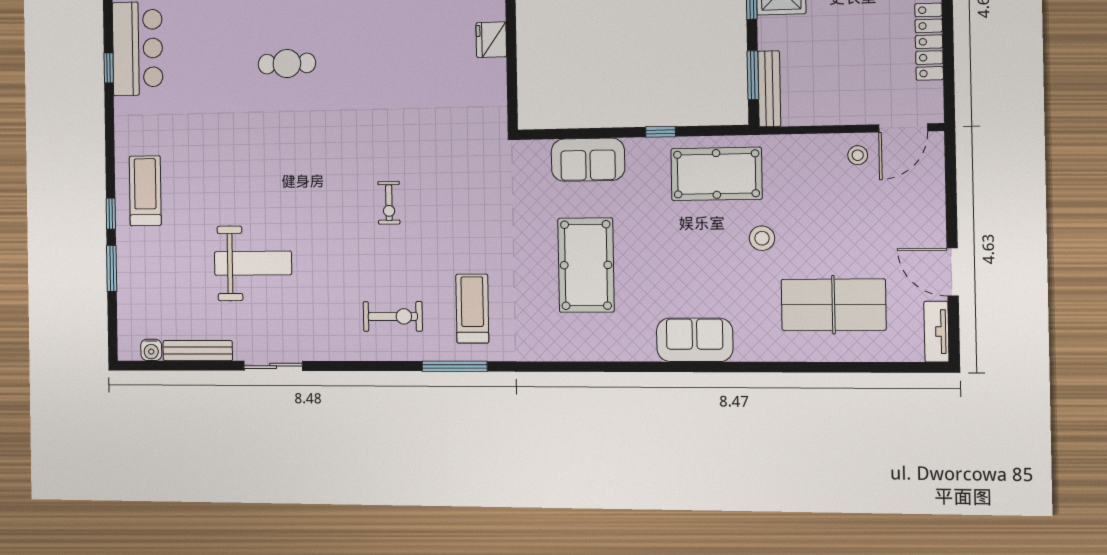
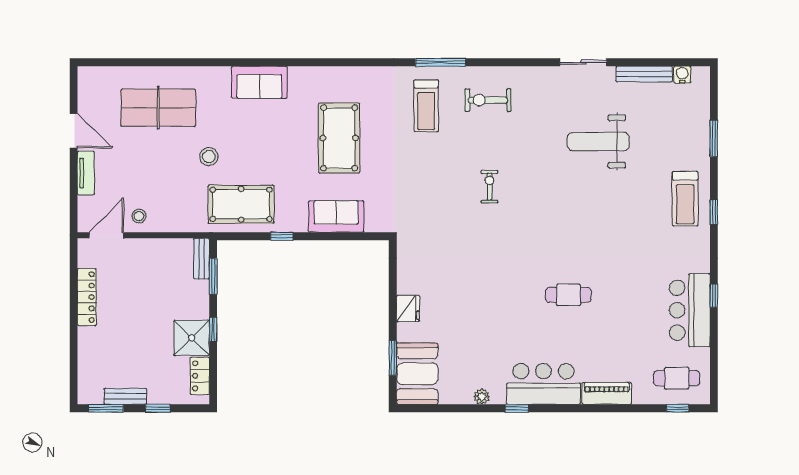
bench: (769, 89) -> (201, 259), width x0.73
window: (111, 214) -> (714, 212), moved
tv unit: (936, 332) -> (86, 173), moved

